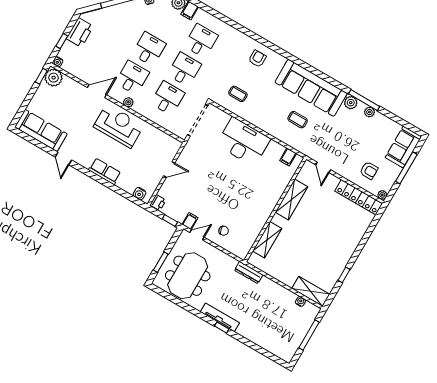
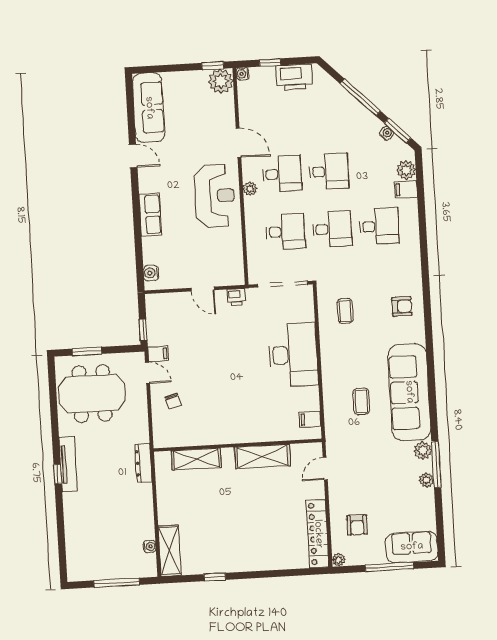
door: (63, 158) -> (133, 156), swing flipped
printer: (158, 202) -> (236, 297), moved

